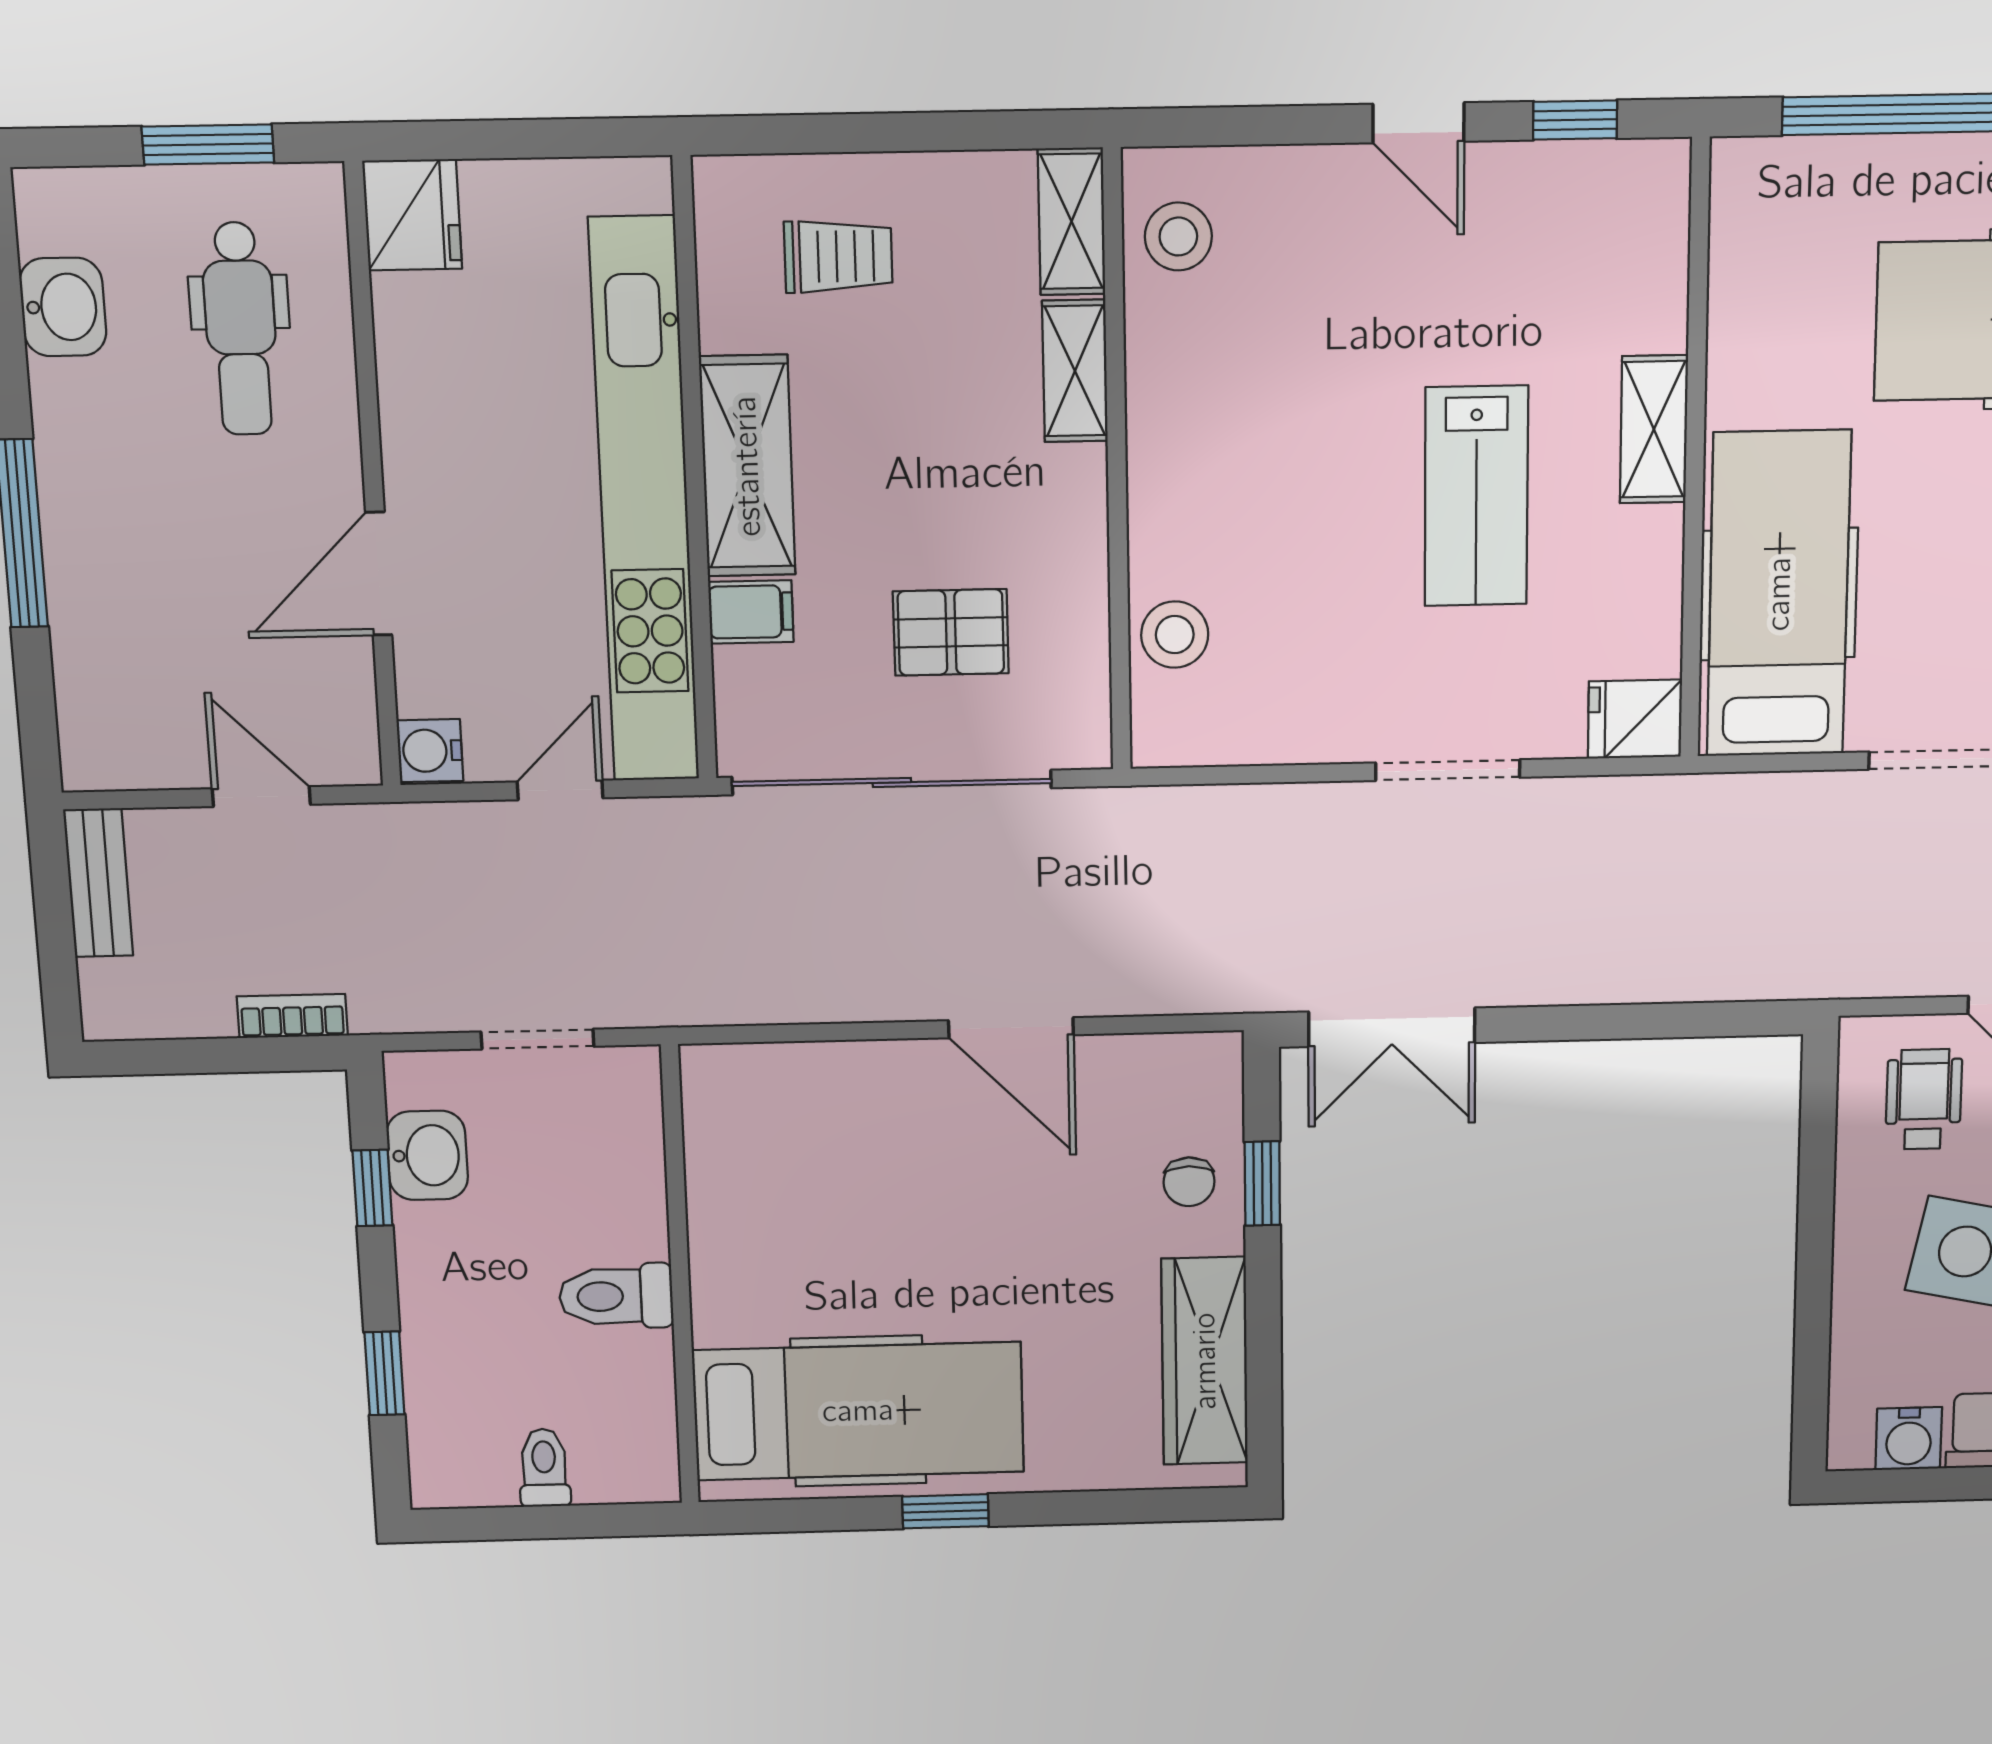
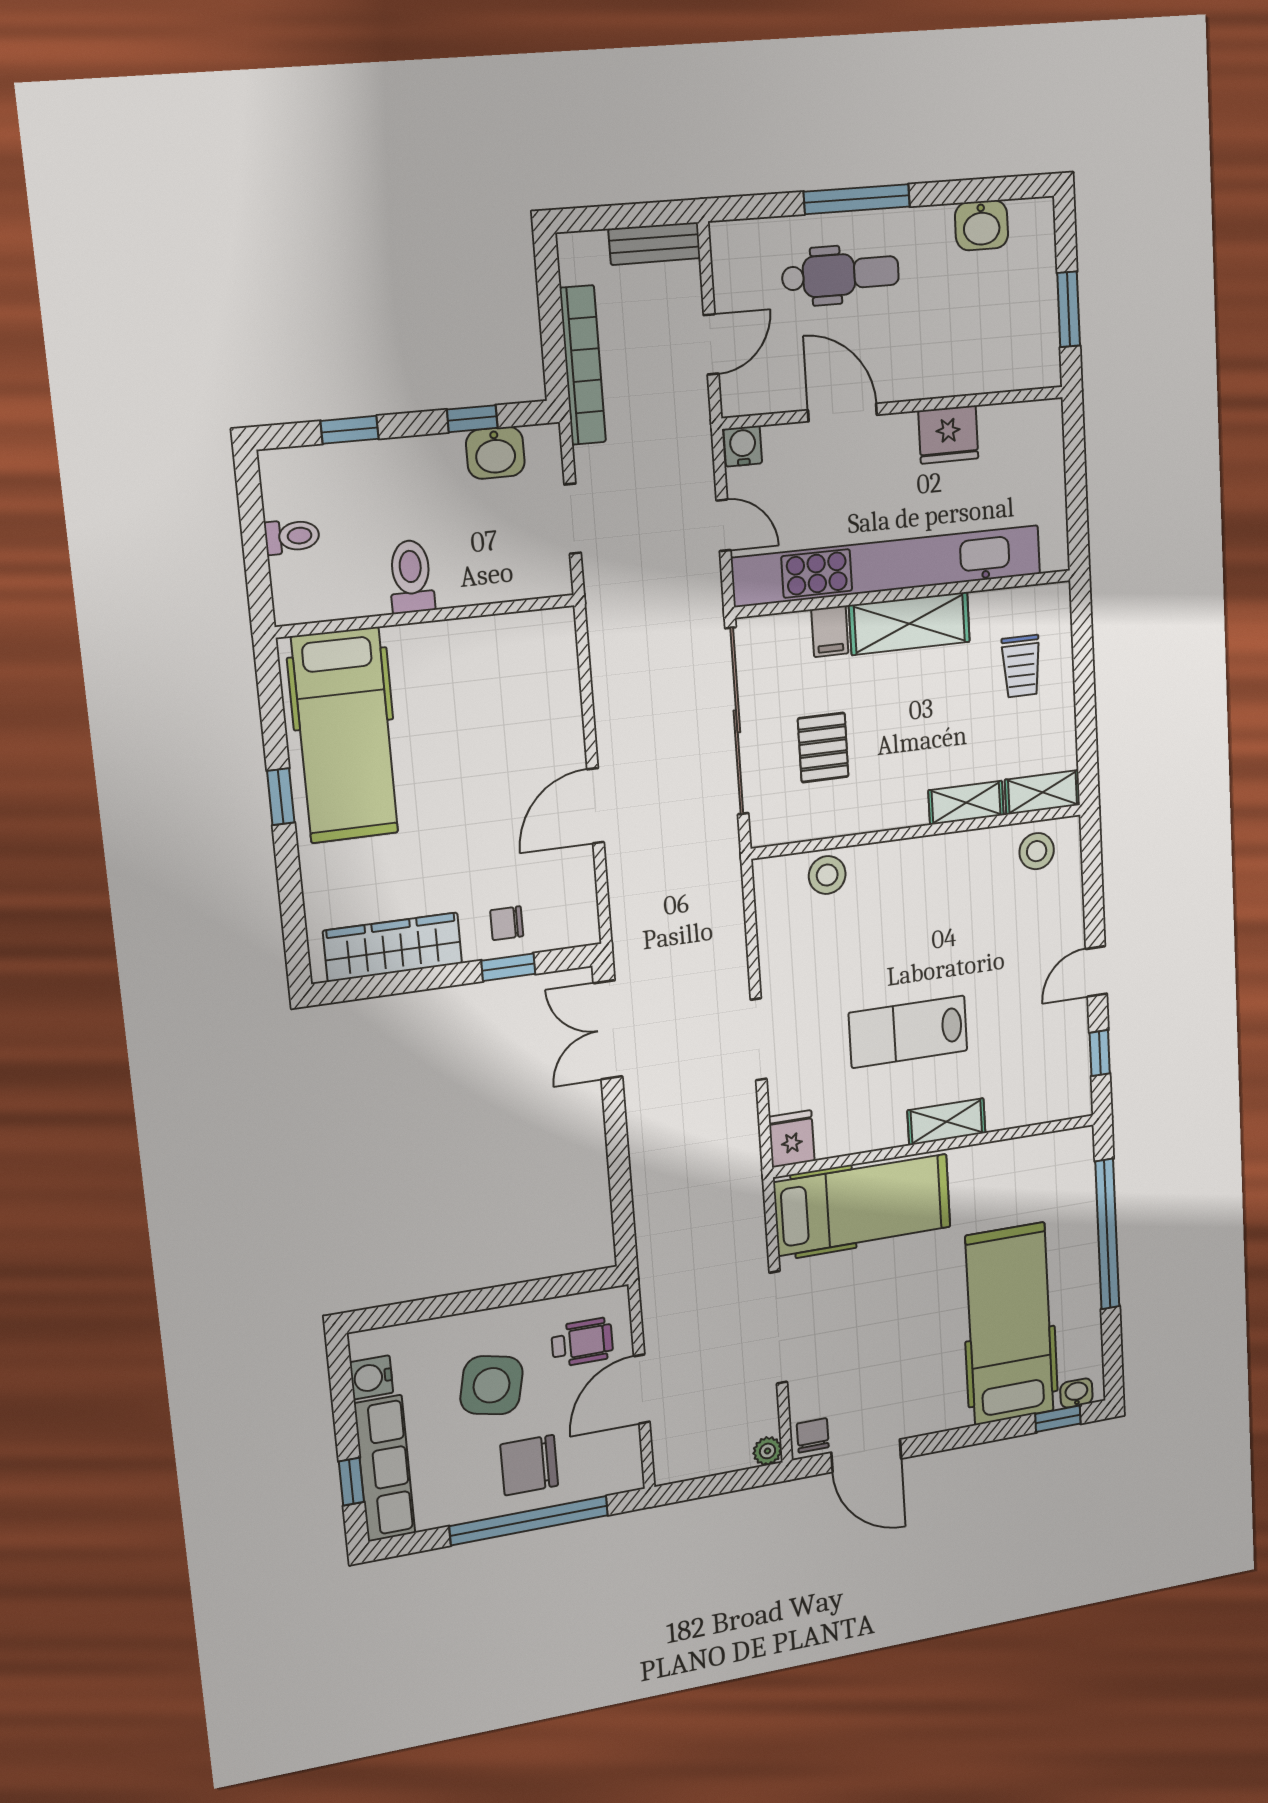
fridge: (412, 215) -> (948, 435), moved
dental chair: (241, 329) -> (841, 275), moved, turned 180
bookcase: (292, 1016) -> (583, 365), width x2.31, depth x1.31

